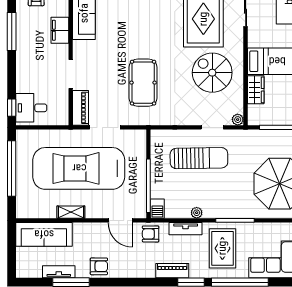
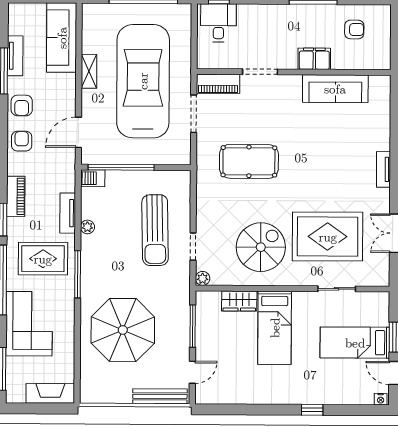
armchair: (151, 234) -> (22, 141), moved

